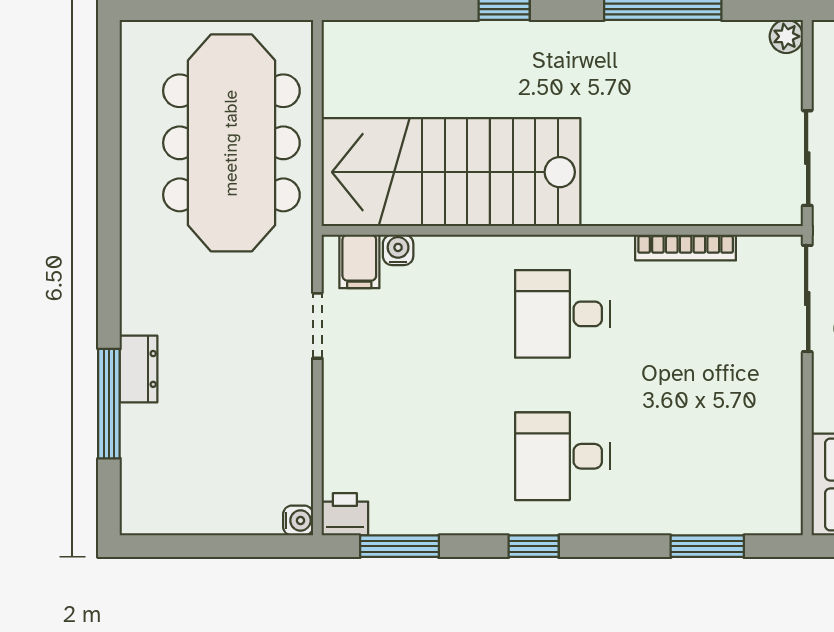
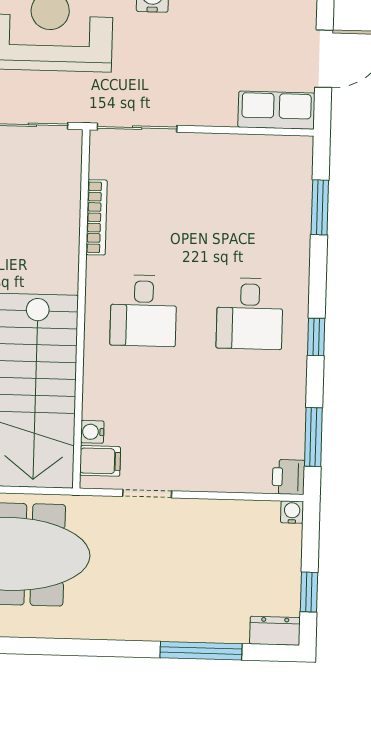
dresser: (138, 369) -> (275, 631), moved
window: (192, 546) -> (309, 592), added

